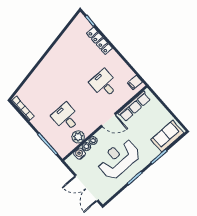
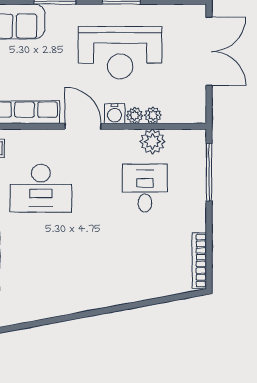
desk: (104, 84) -> (41, 188), width x1.37
desk: (66, 117) -> (145, 188), turned 180
water cooler: (80, 154) -> (115, 114), moved

